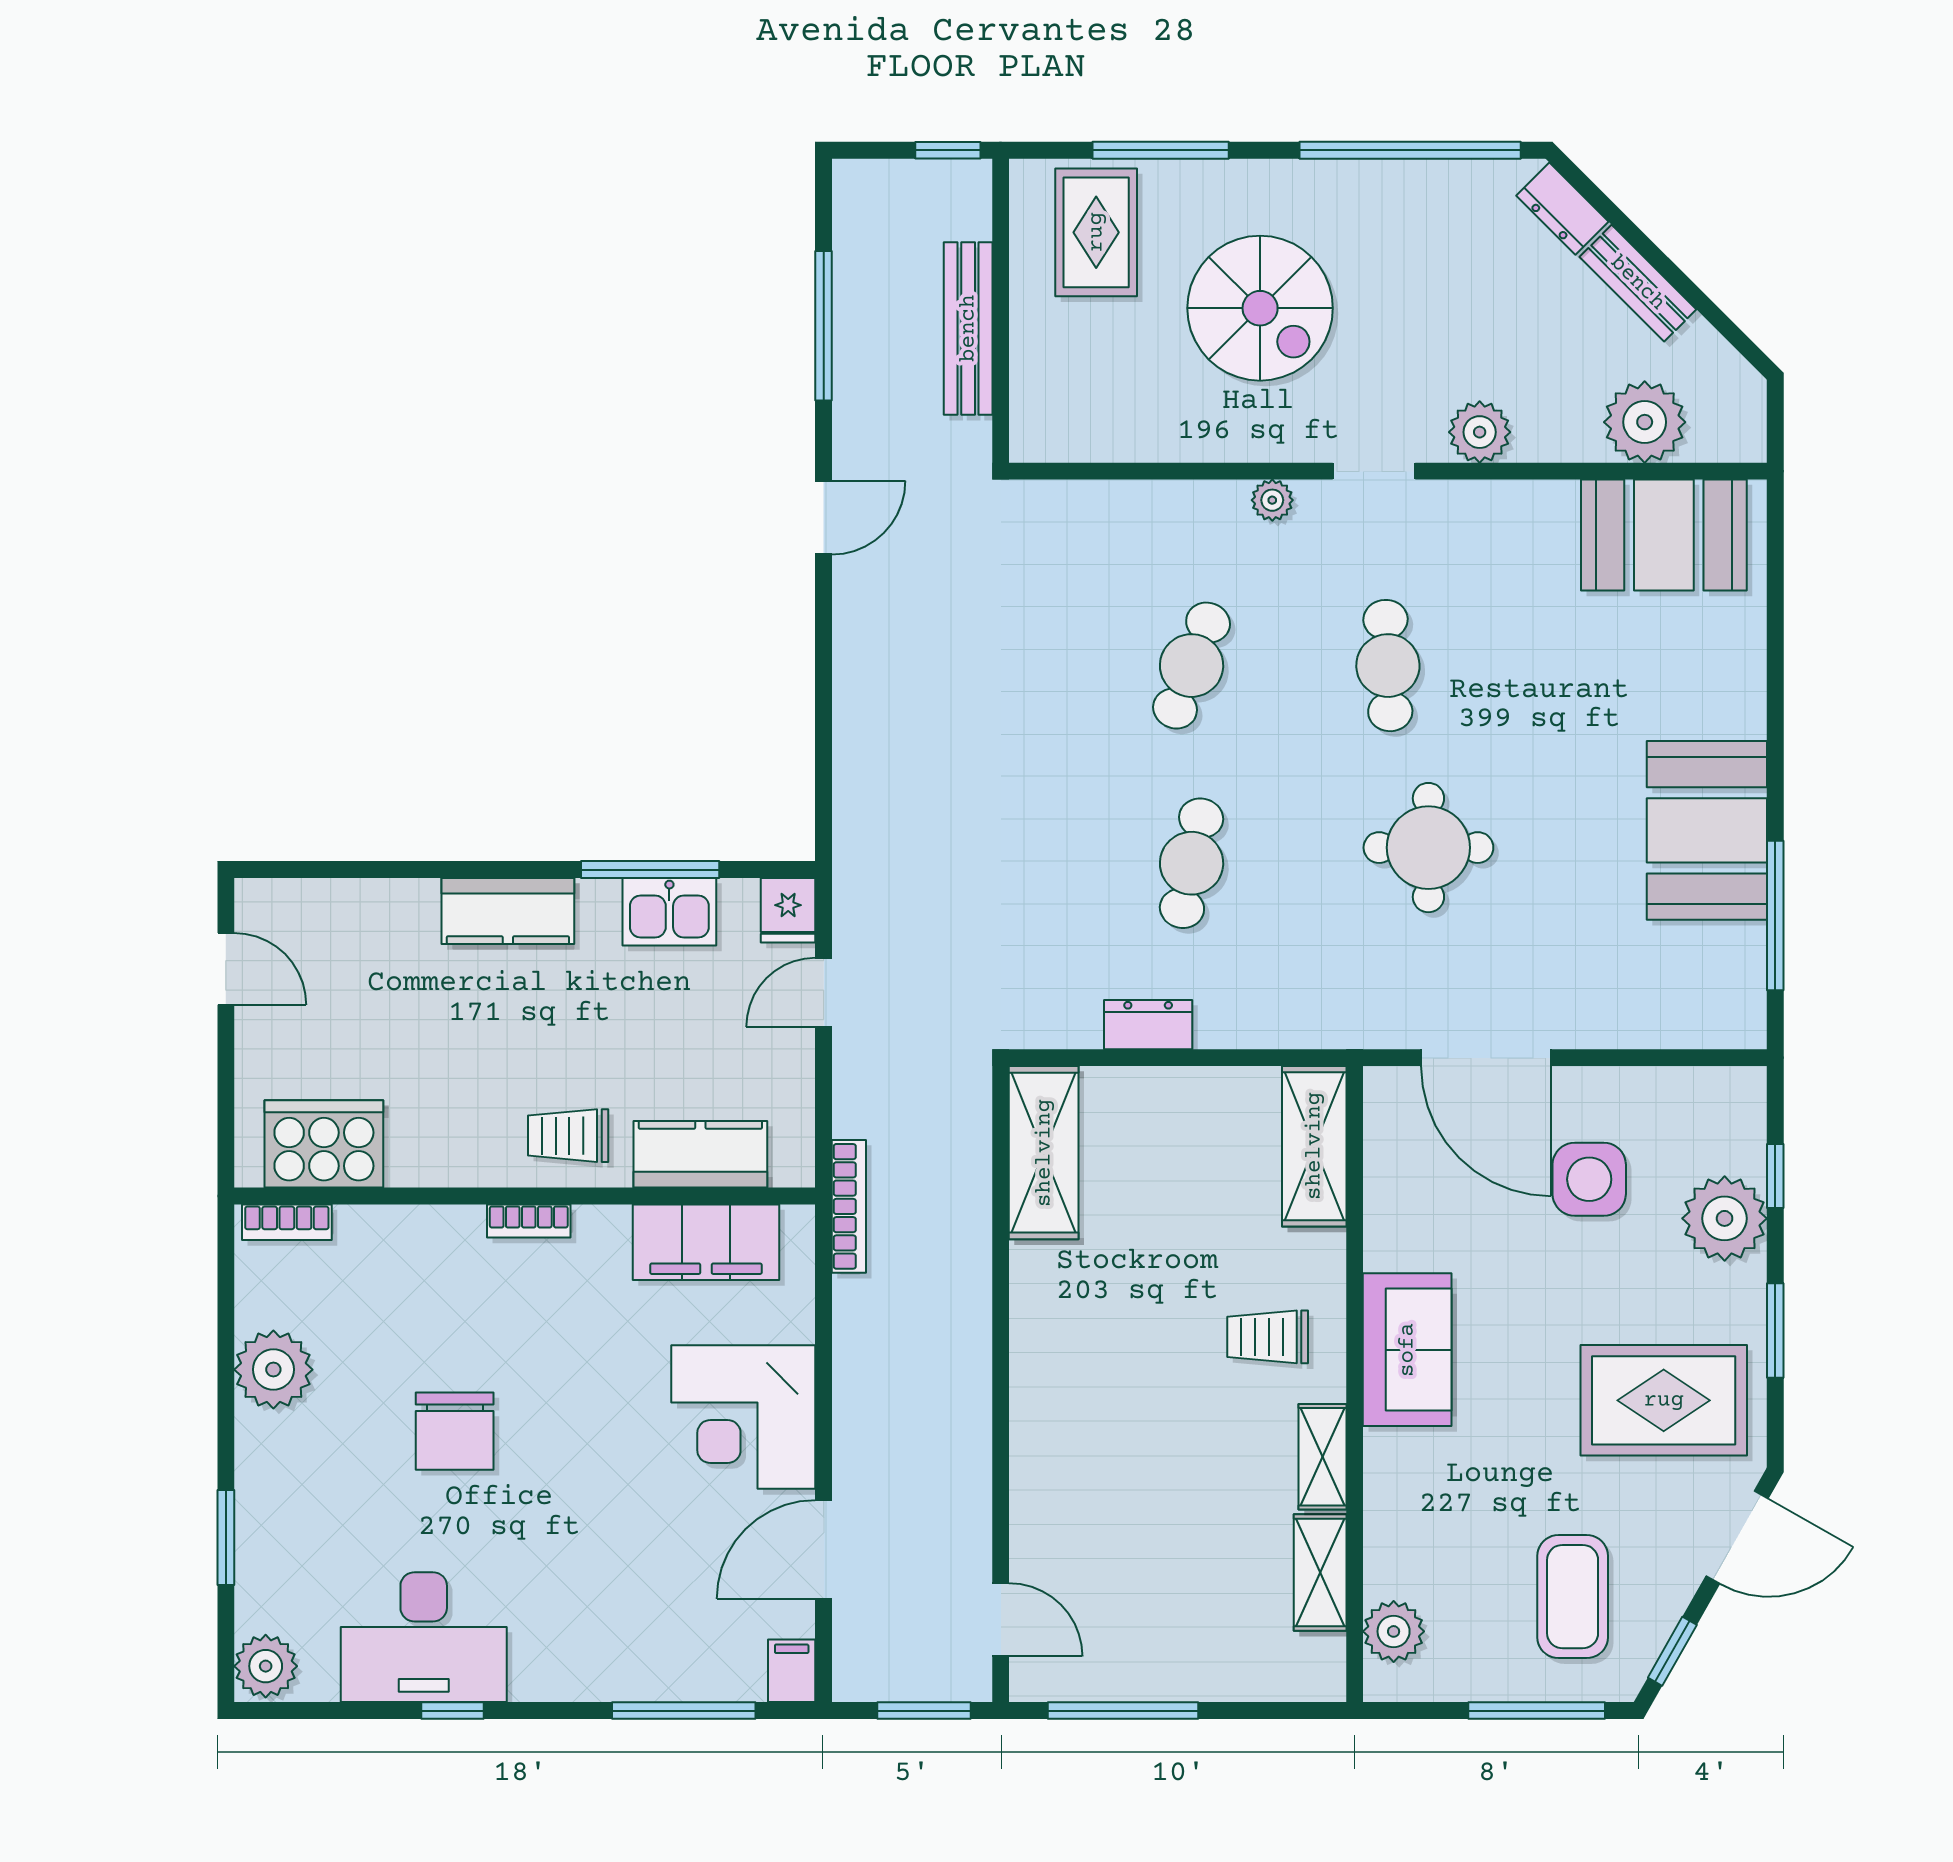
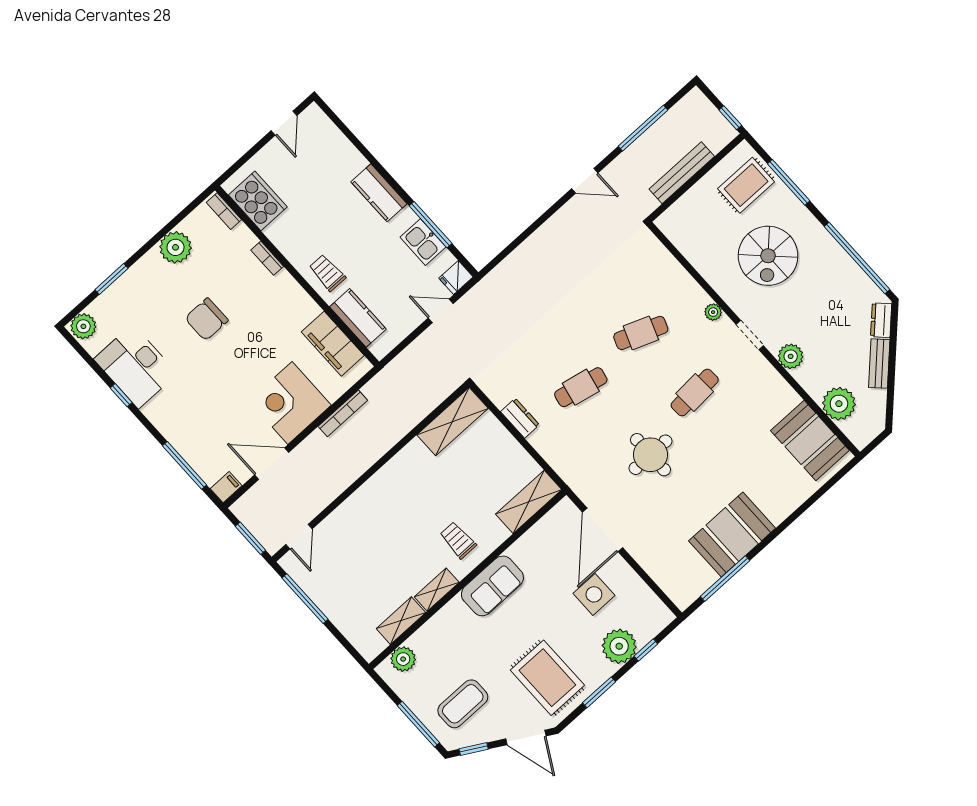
bookcase: (849, 1206) -> (343, 413), moved
bookcase: (529, 1221) -> (267, 258), moved

